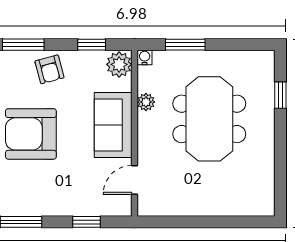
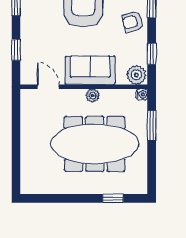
plant: (146, 102) -> (93, 95), moved
meeting table: (209, 119) -> (95, 144), width x1.36

